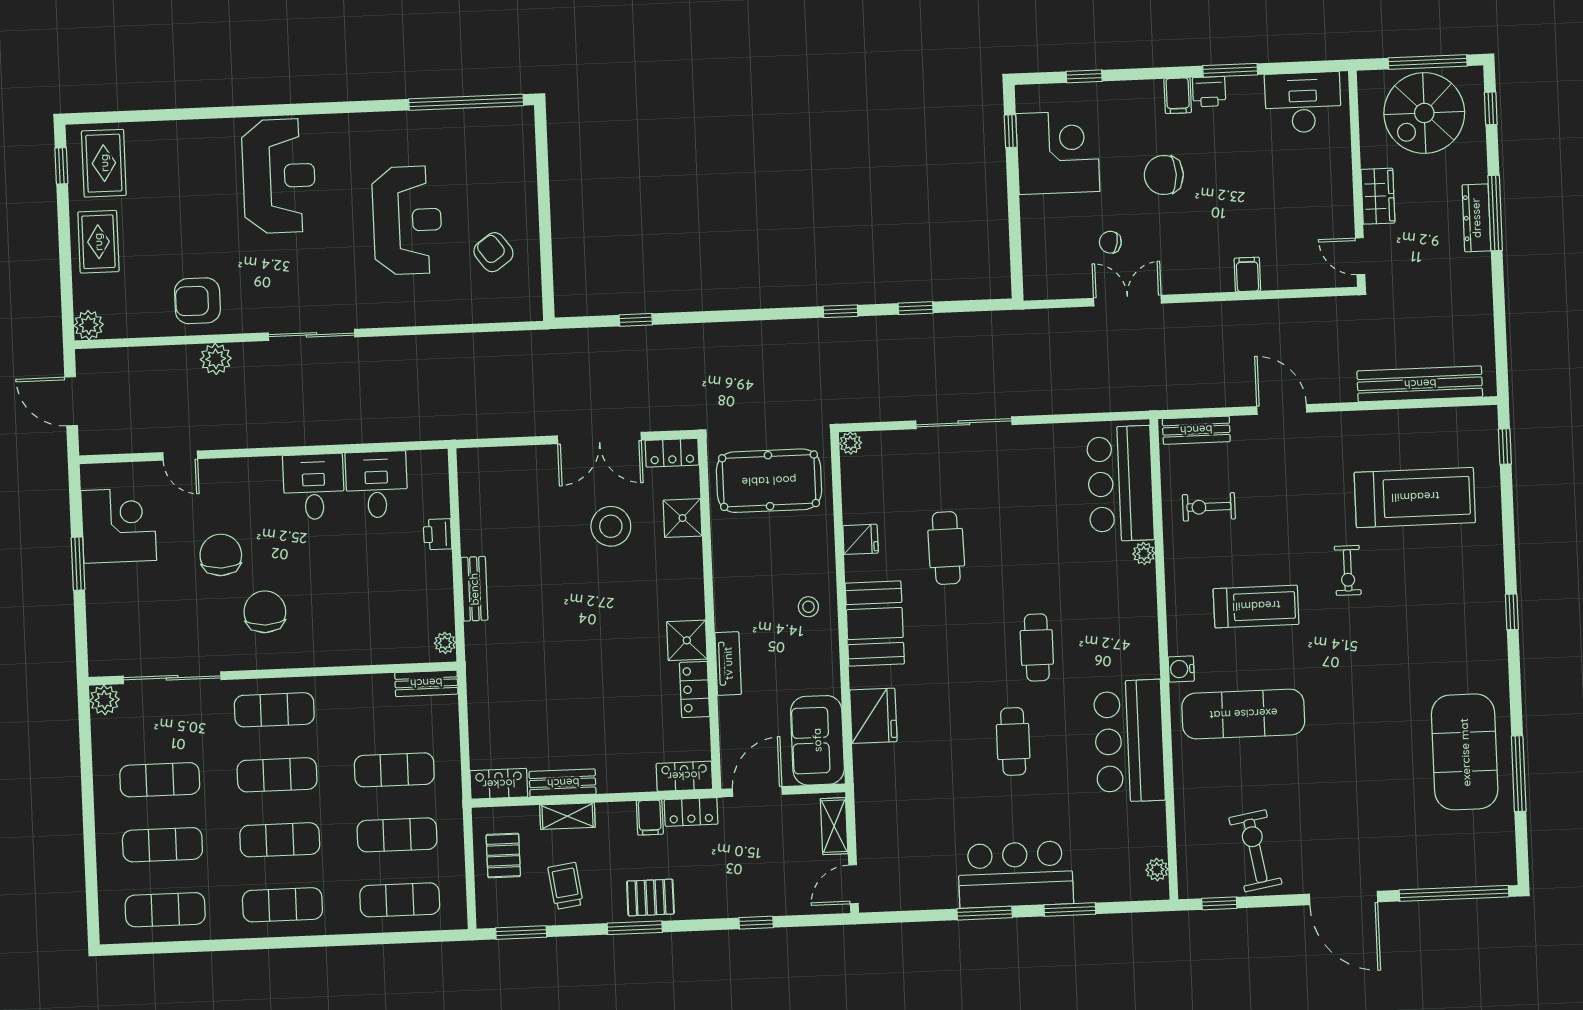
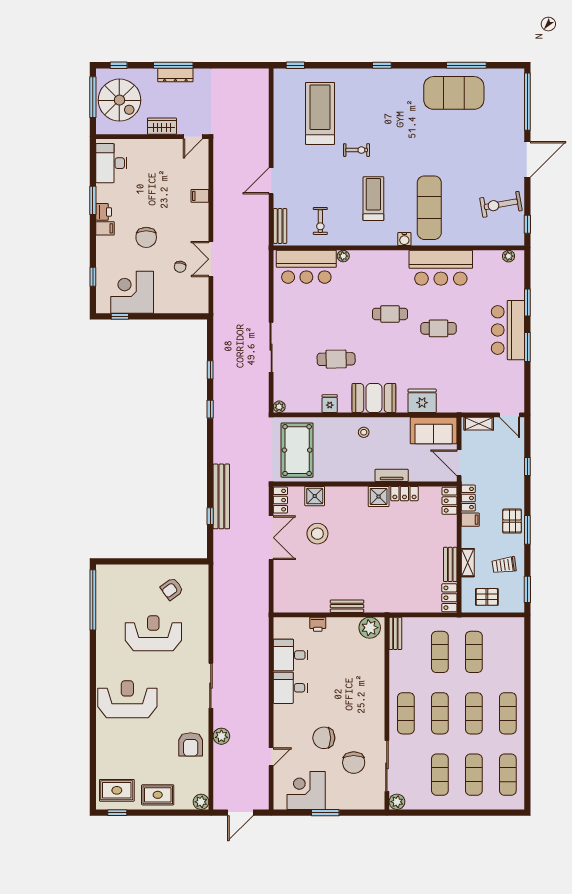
bench: (1420, 384) -> (221, 496), moved
chair: (265, 612) -> (354, 763), moved, turned -90
plant: (445, 643) -> (370, 628), width x1.88, depth x1.88
exercise mat: (400, 900) -> (508, 652), removed

